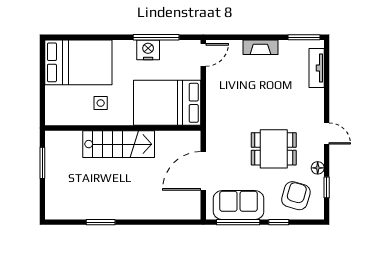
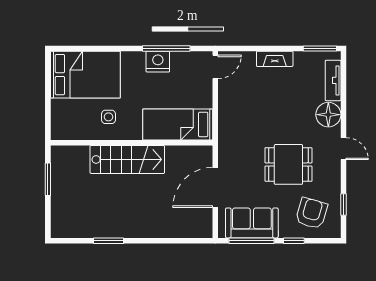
bed: (167, 103) -> (178, 124), width x0.67
floor lamp: (318, 168) -> (328, 115), moved, width x1.89, depth x1.89

